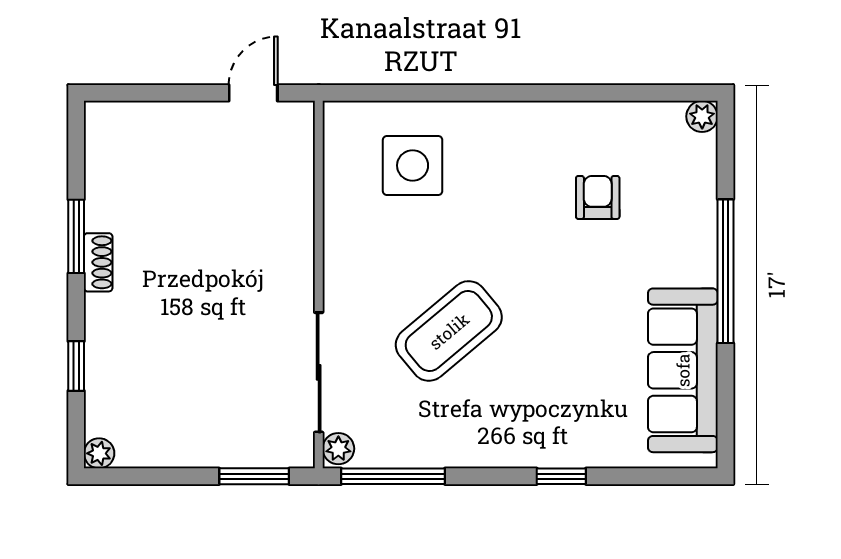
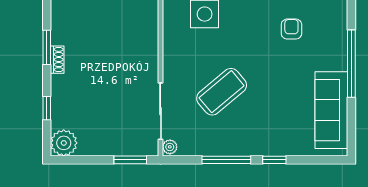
plant: (99, 453) -> (64, 143), width x1.88, depth x1.88
window: (393, 476) -> (226, 160), moved

